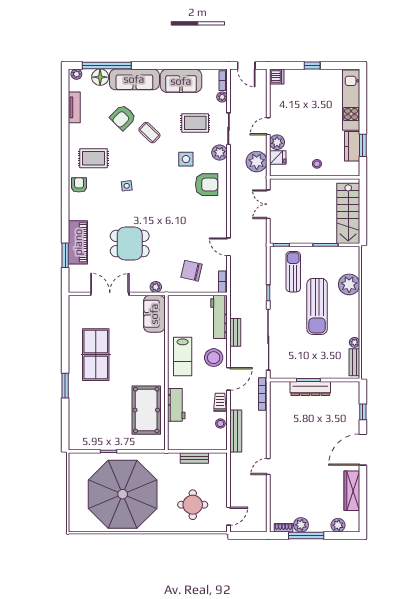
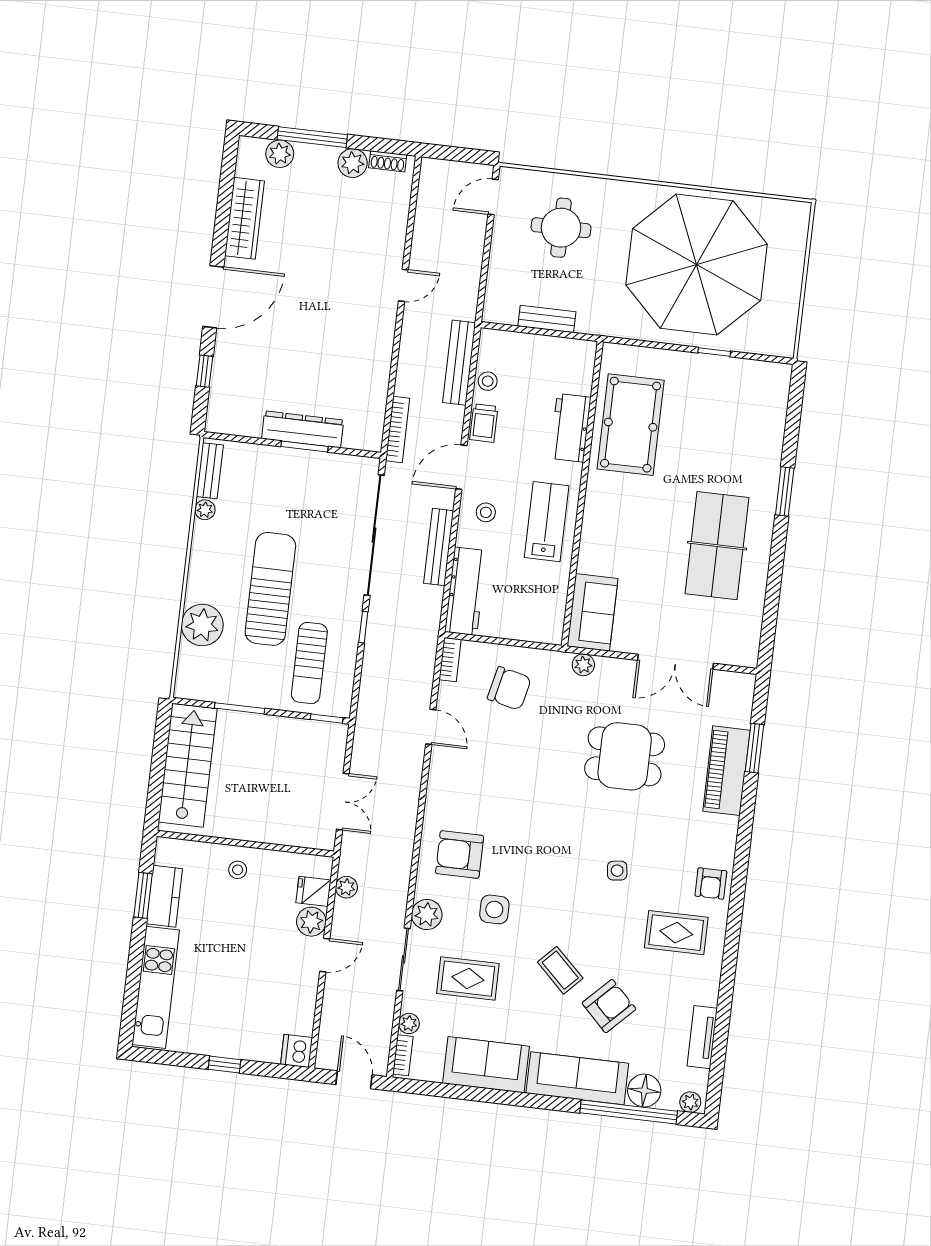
plant: (257, 162) -> (346, 887), width x0.53, depth x0.53
bench: (235, 332) -> (439, 547), width x1.36
stool: (214, 358) -> (486, 512), width x0.53, depth x0.53
window: (306, 535) -> (312, 137), moved

